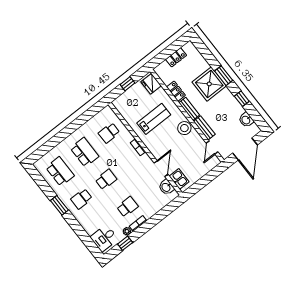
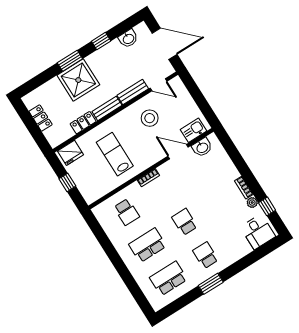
stool: (184, 128) -> (150, 118), moved
school desk: (81, 199) -> (206, 255), turned 180
school desk: (127, 207) -> (222, 199), removed

